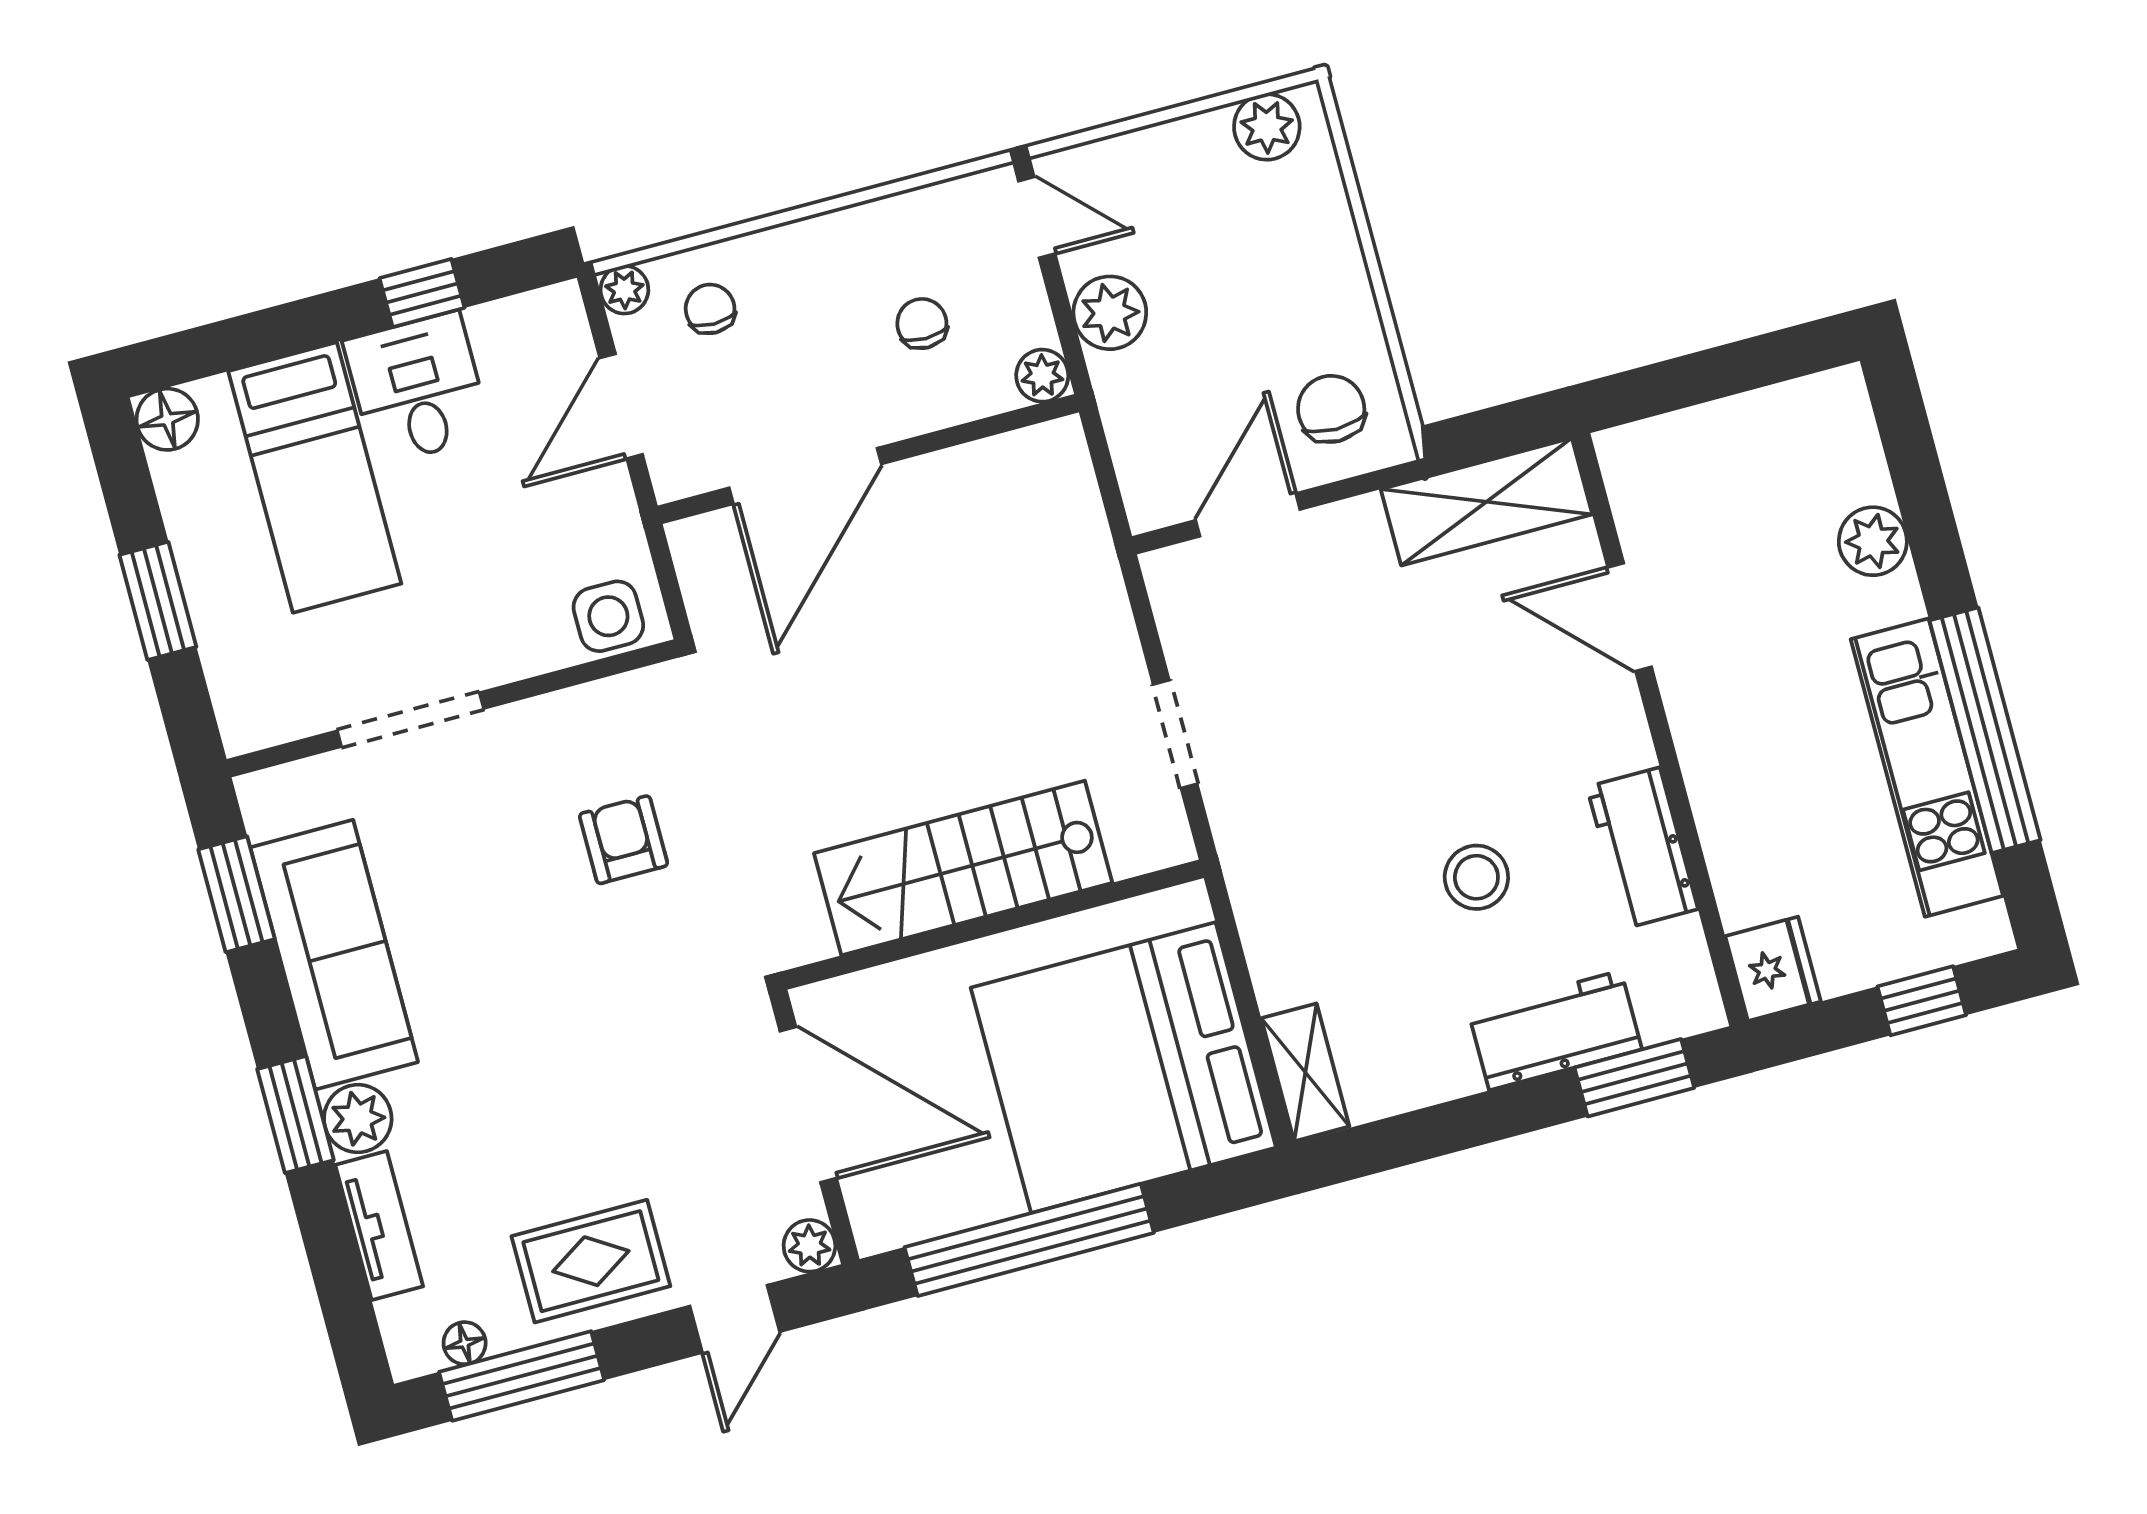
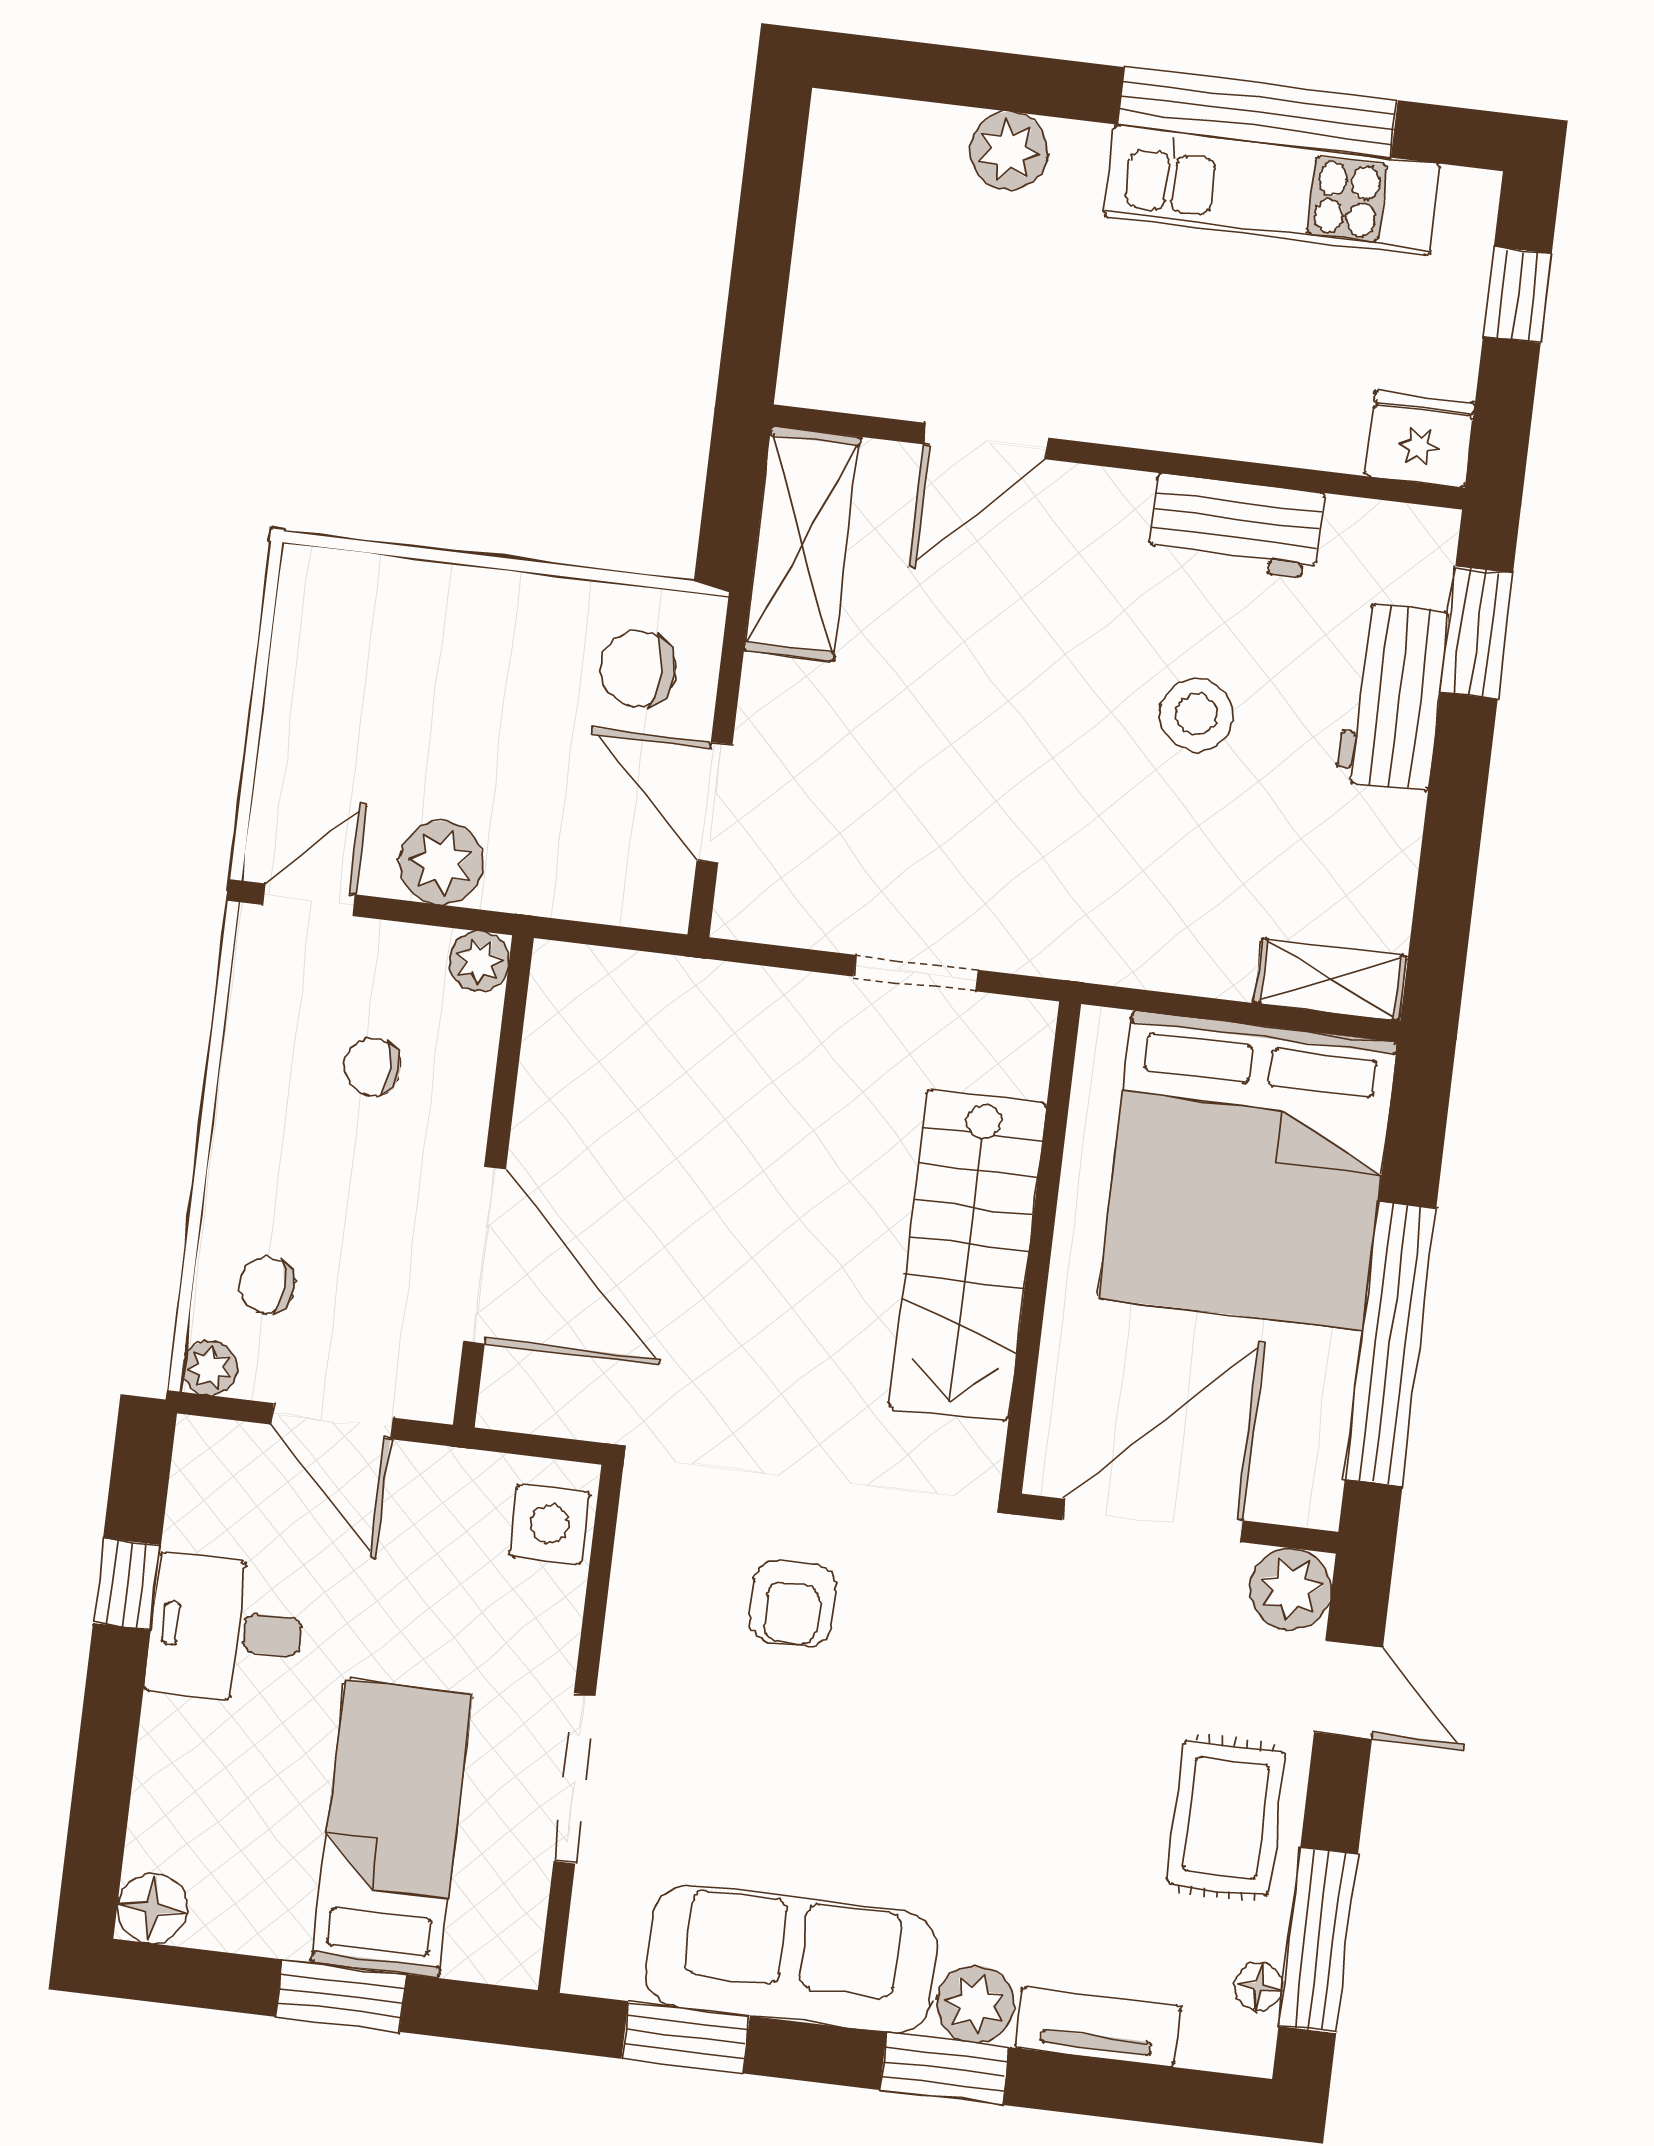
plant: (1267, 127) -> (311, 617), removed
bed: (315, 477) -> (392, 1829), moved, turned -90
armchair: (624, 840) -> (793, 1603), turned -90
plant: (809, 1246) -> (1291, 1589), width x1.38, depth x1.38

